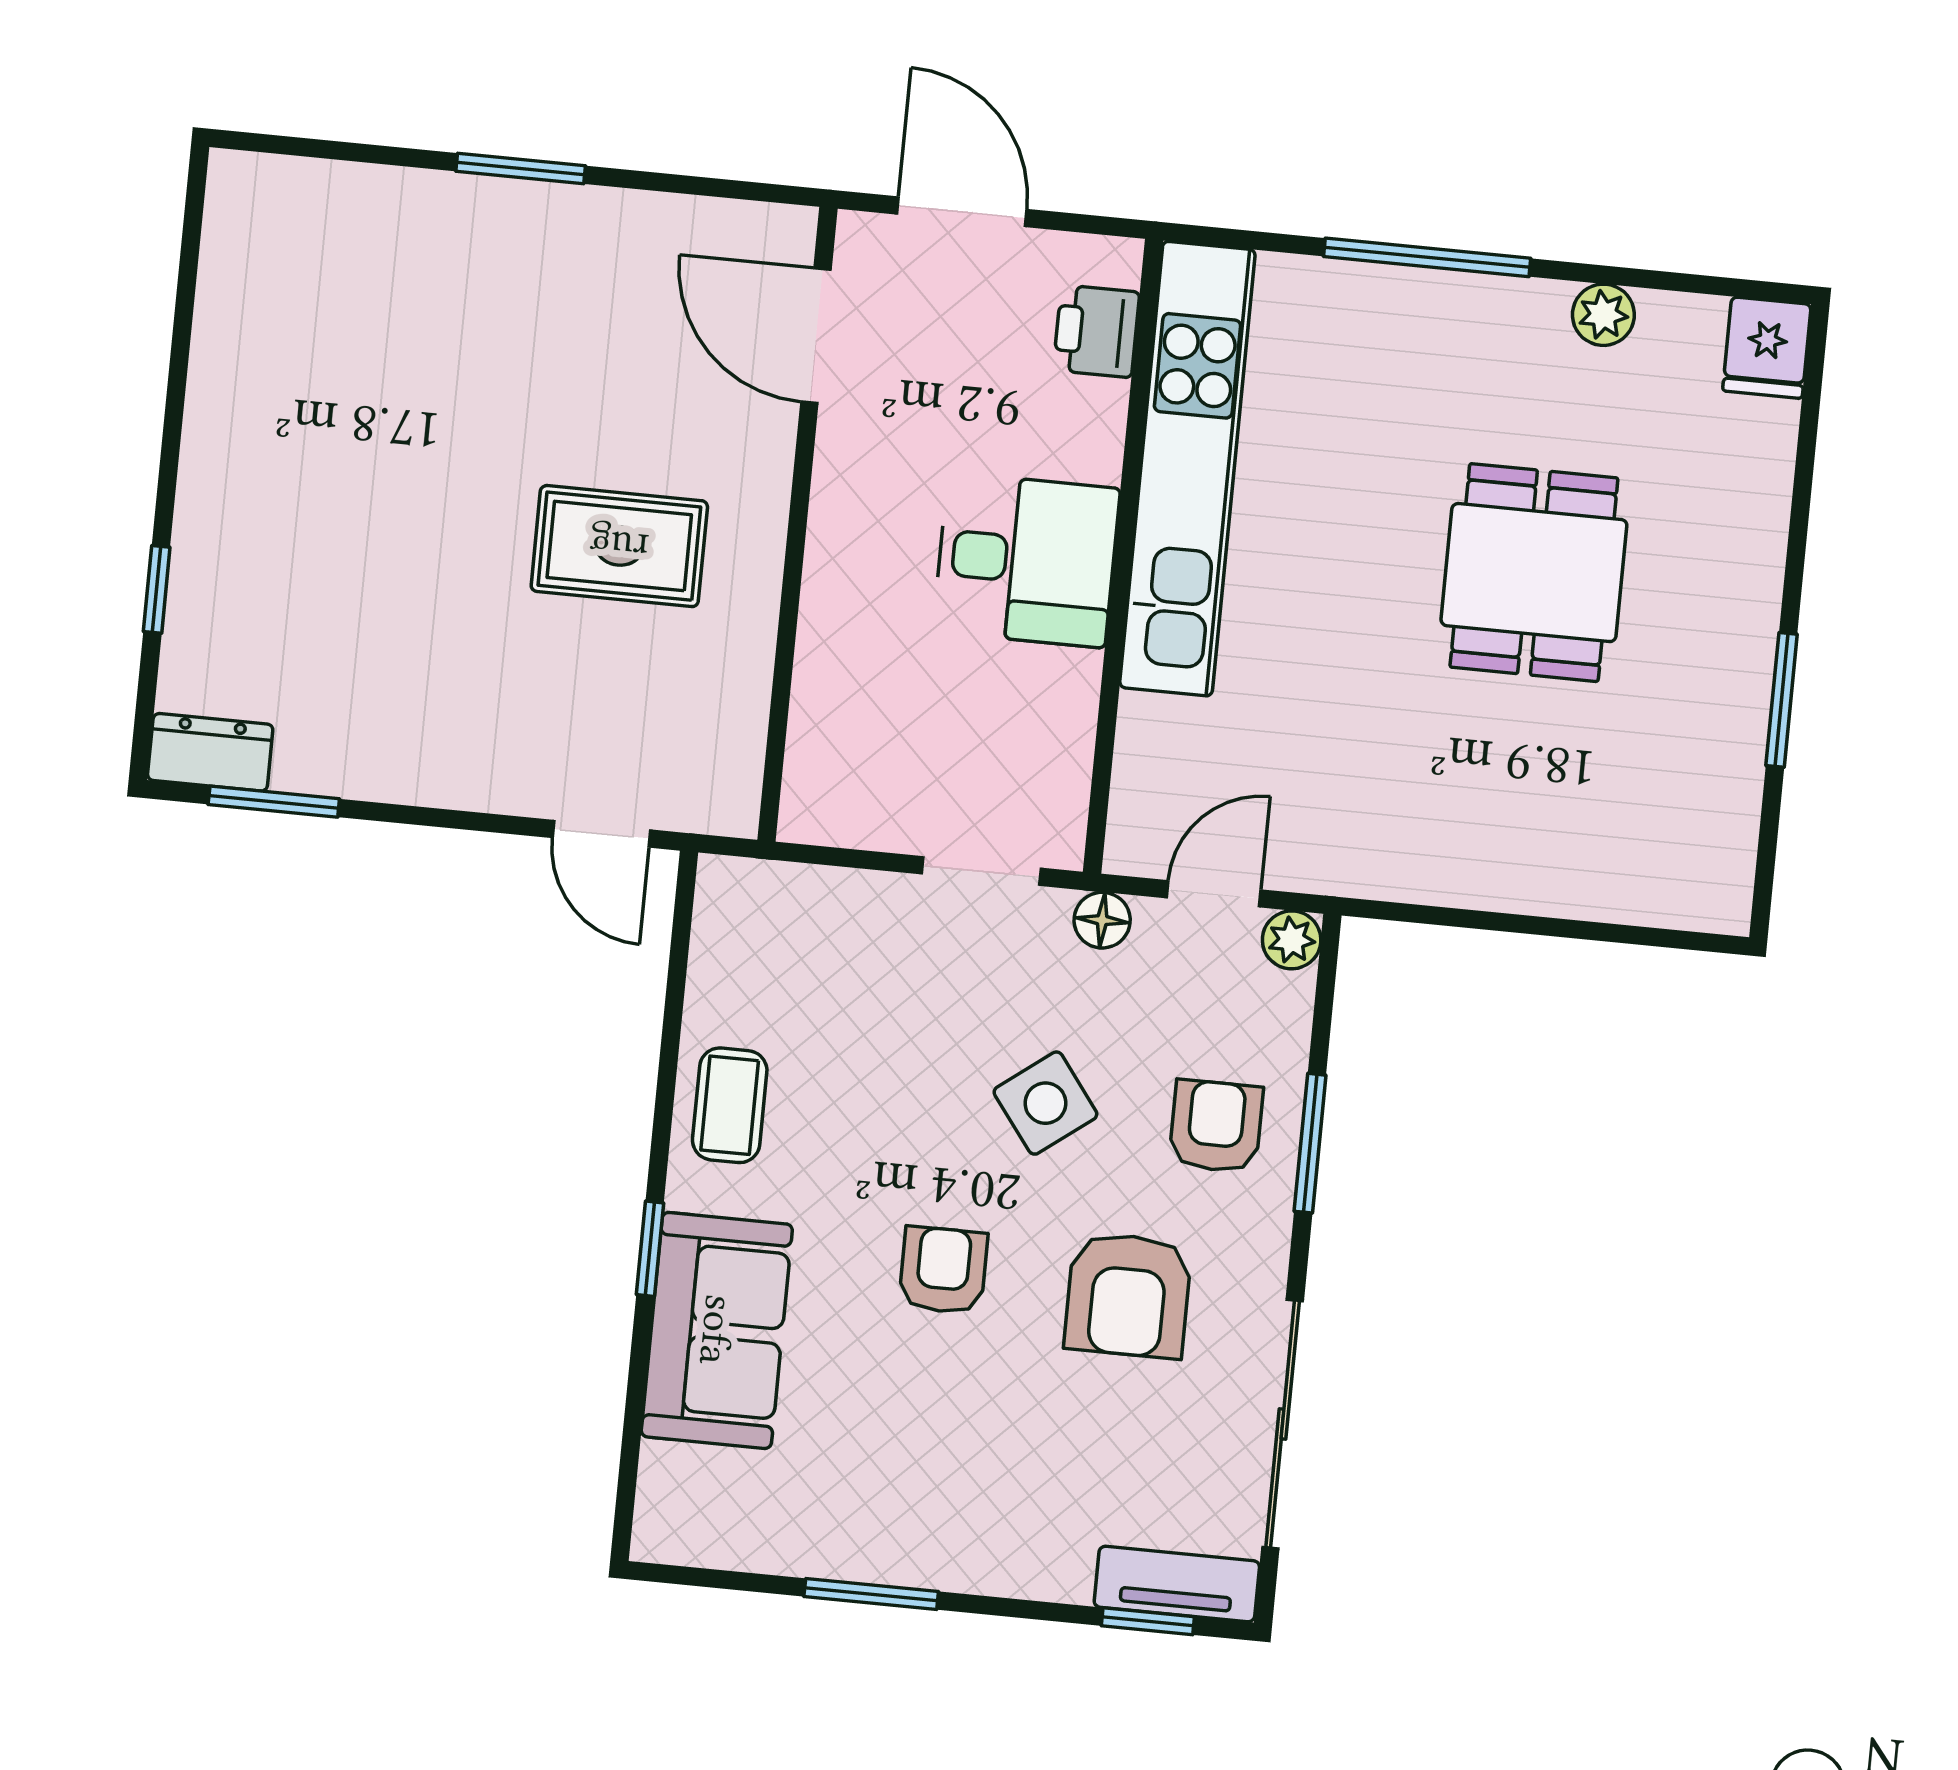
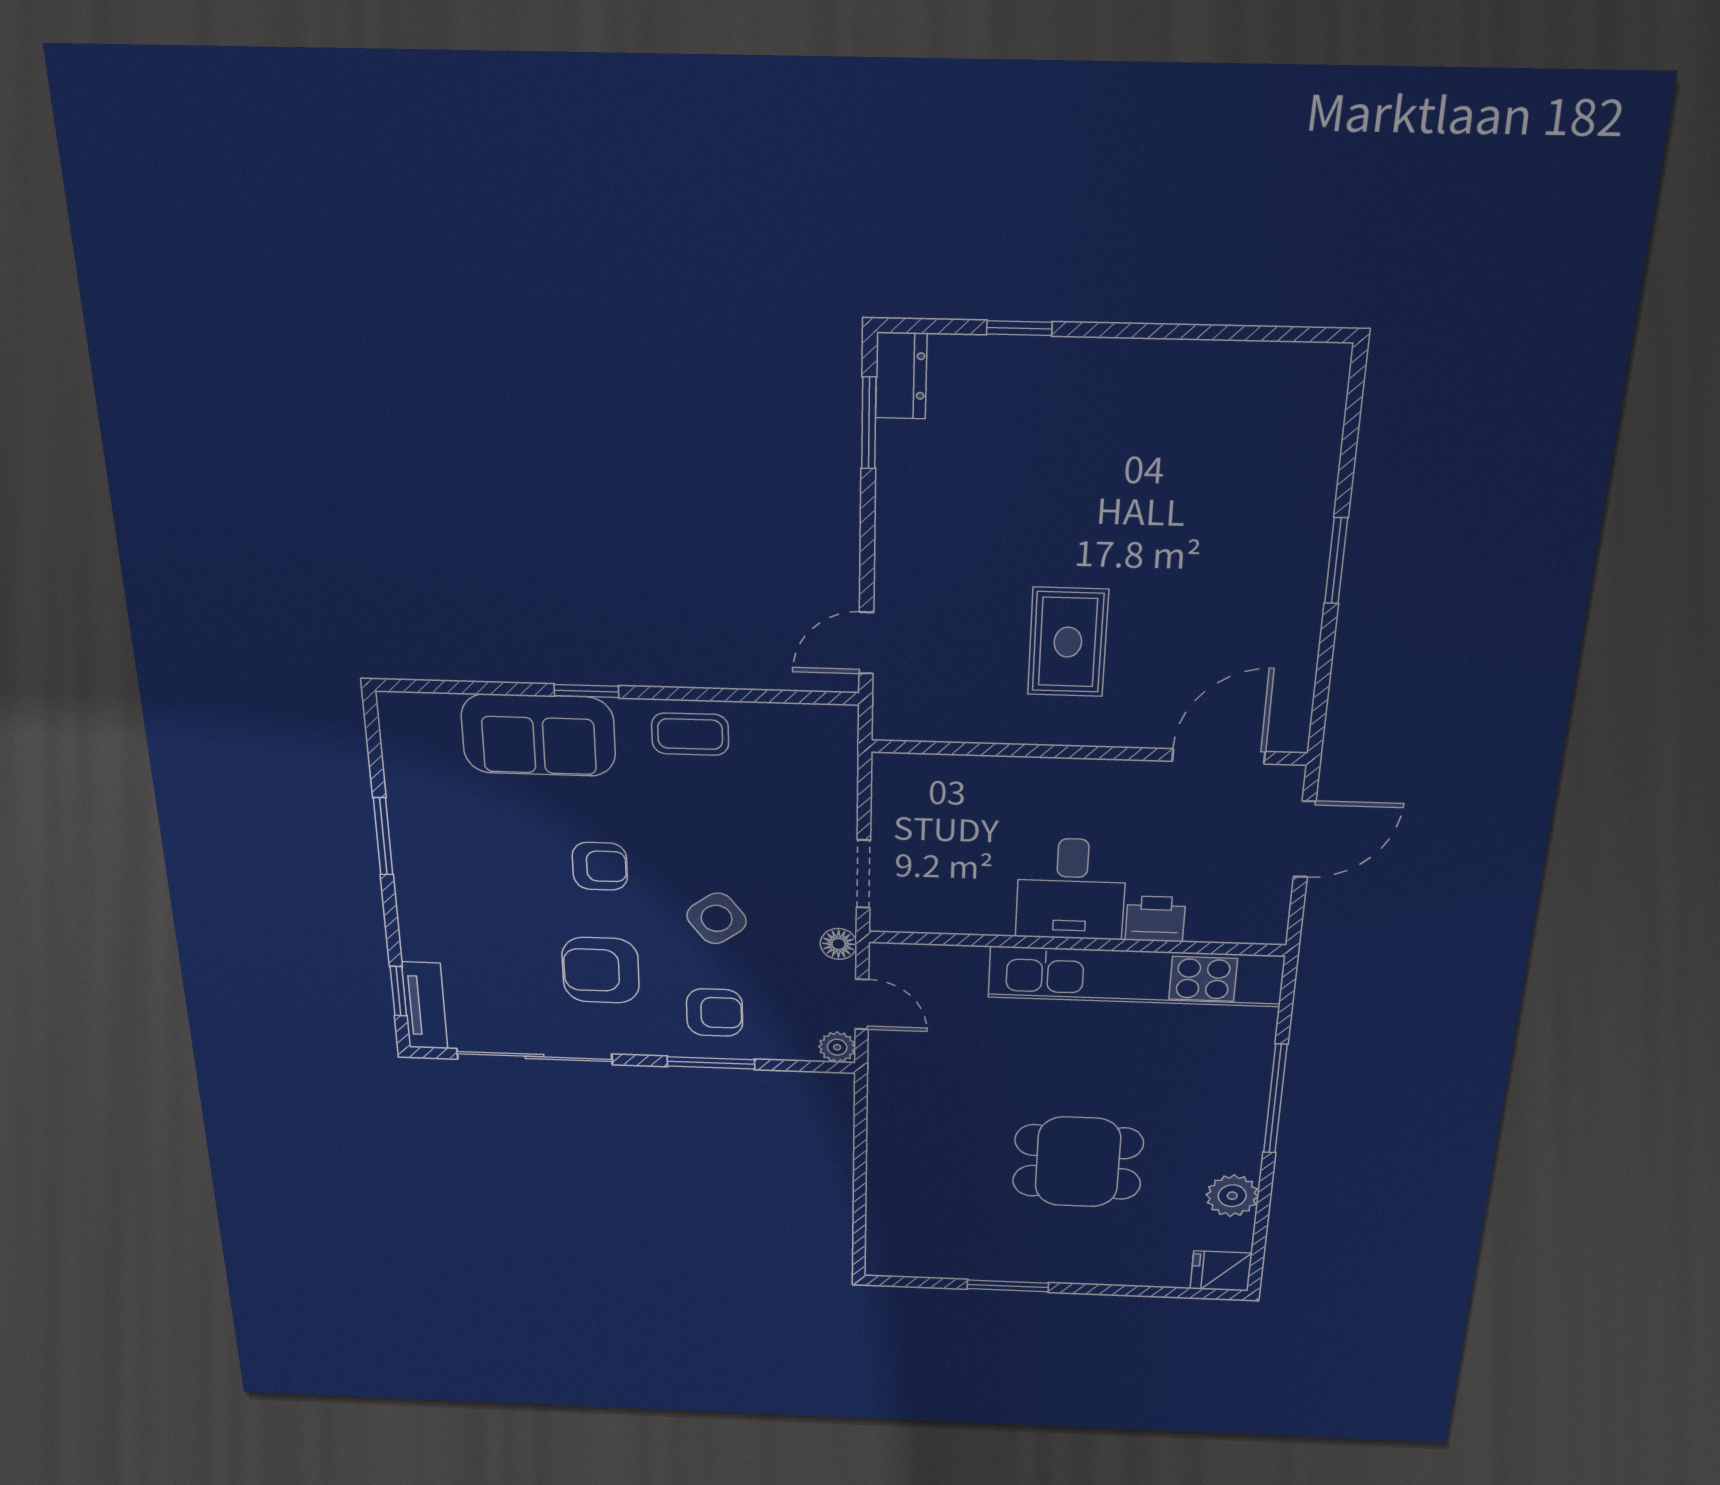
plant: (1603, 315) -> (1232, 1196), width x1.38, depth x1.38
printer: (1096, 331) -> (1155, 919), moved

